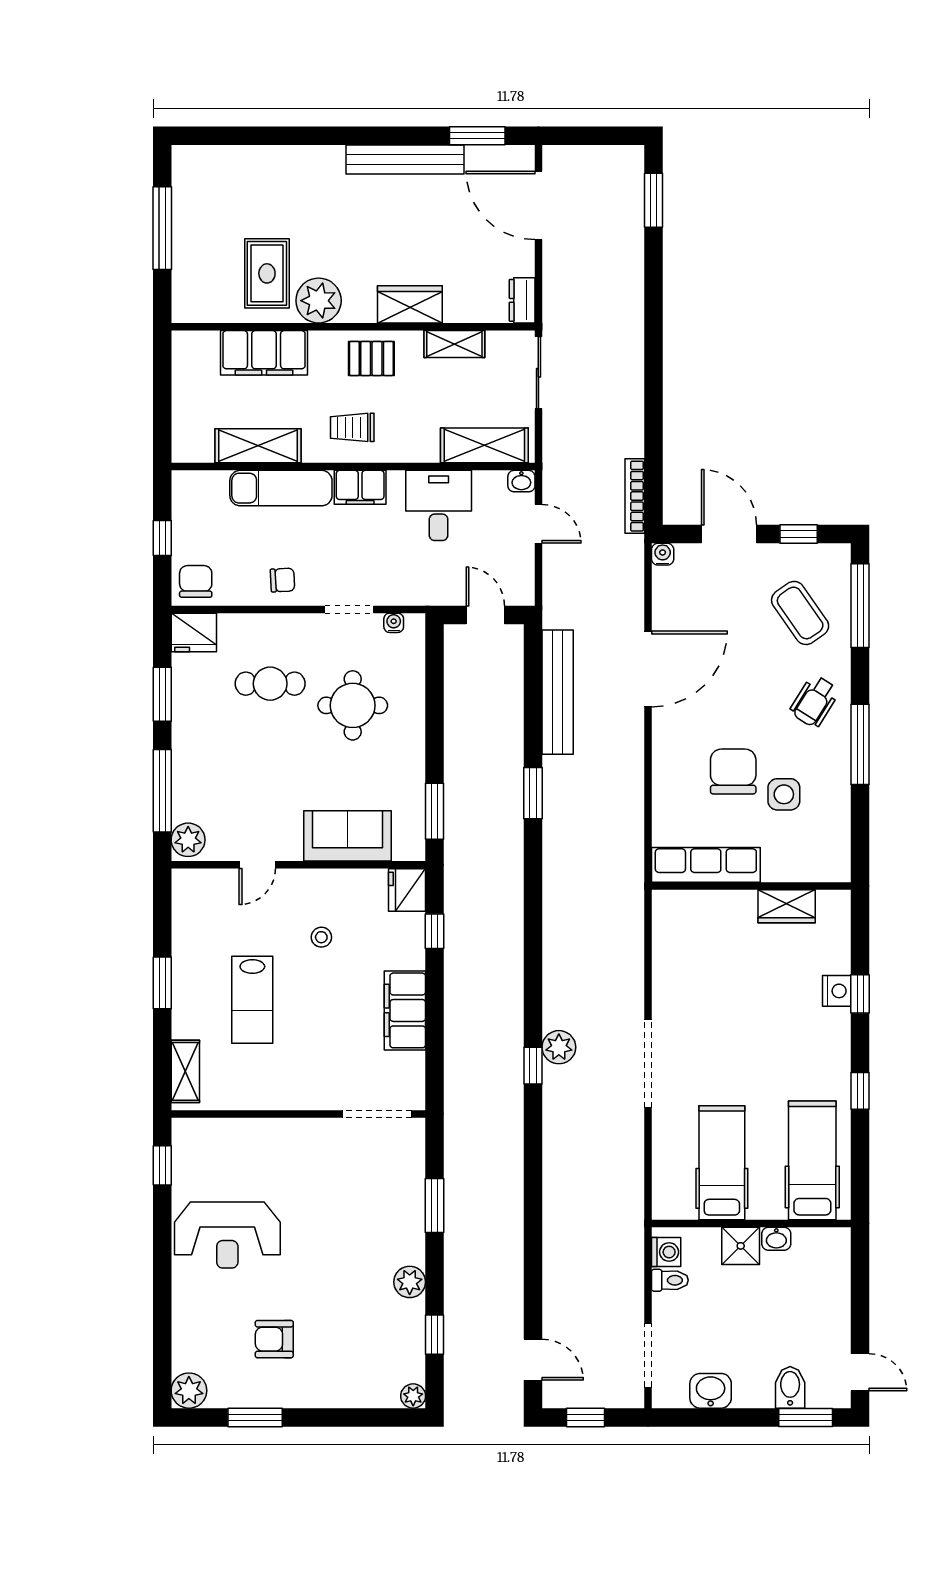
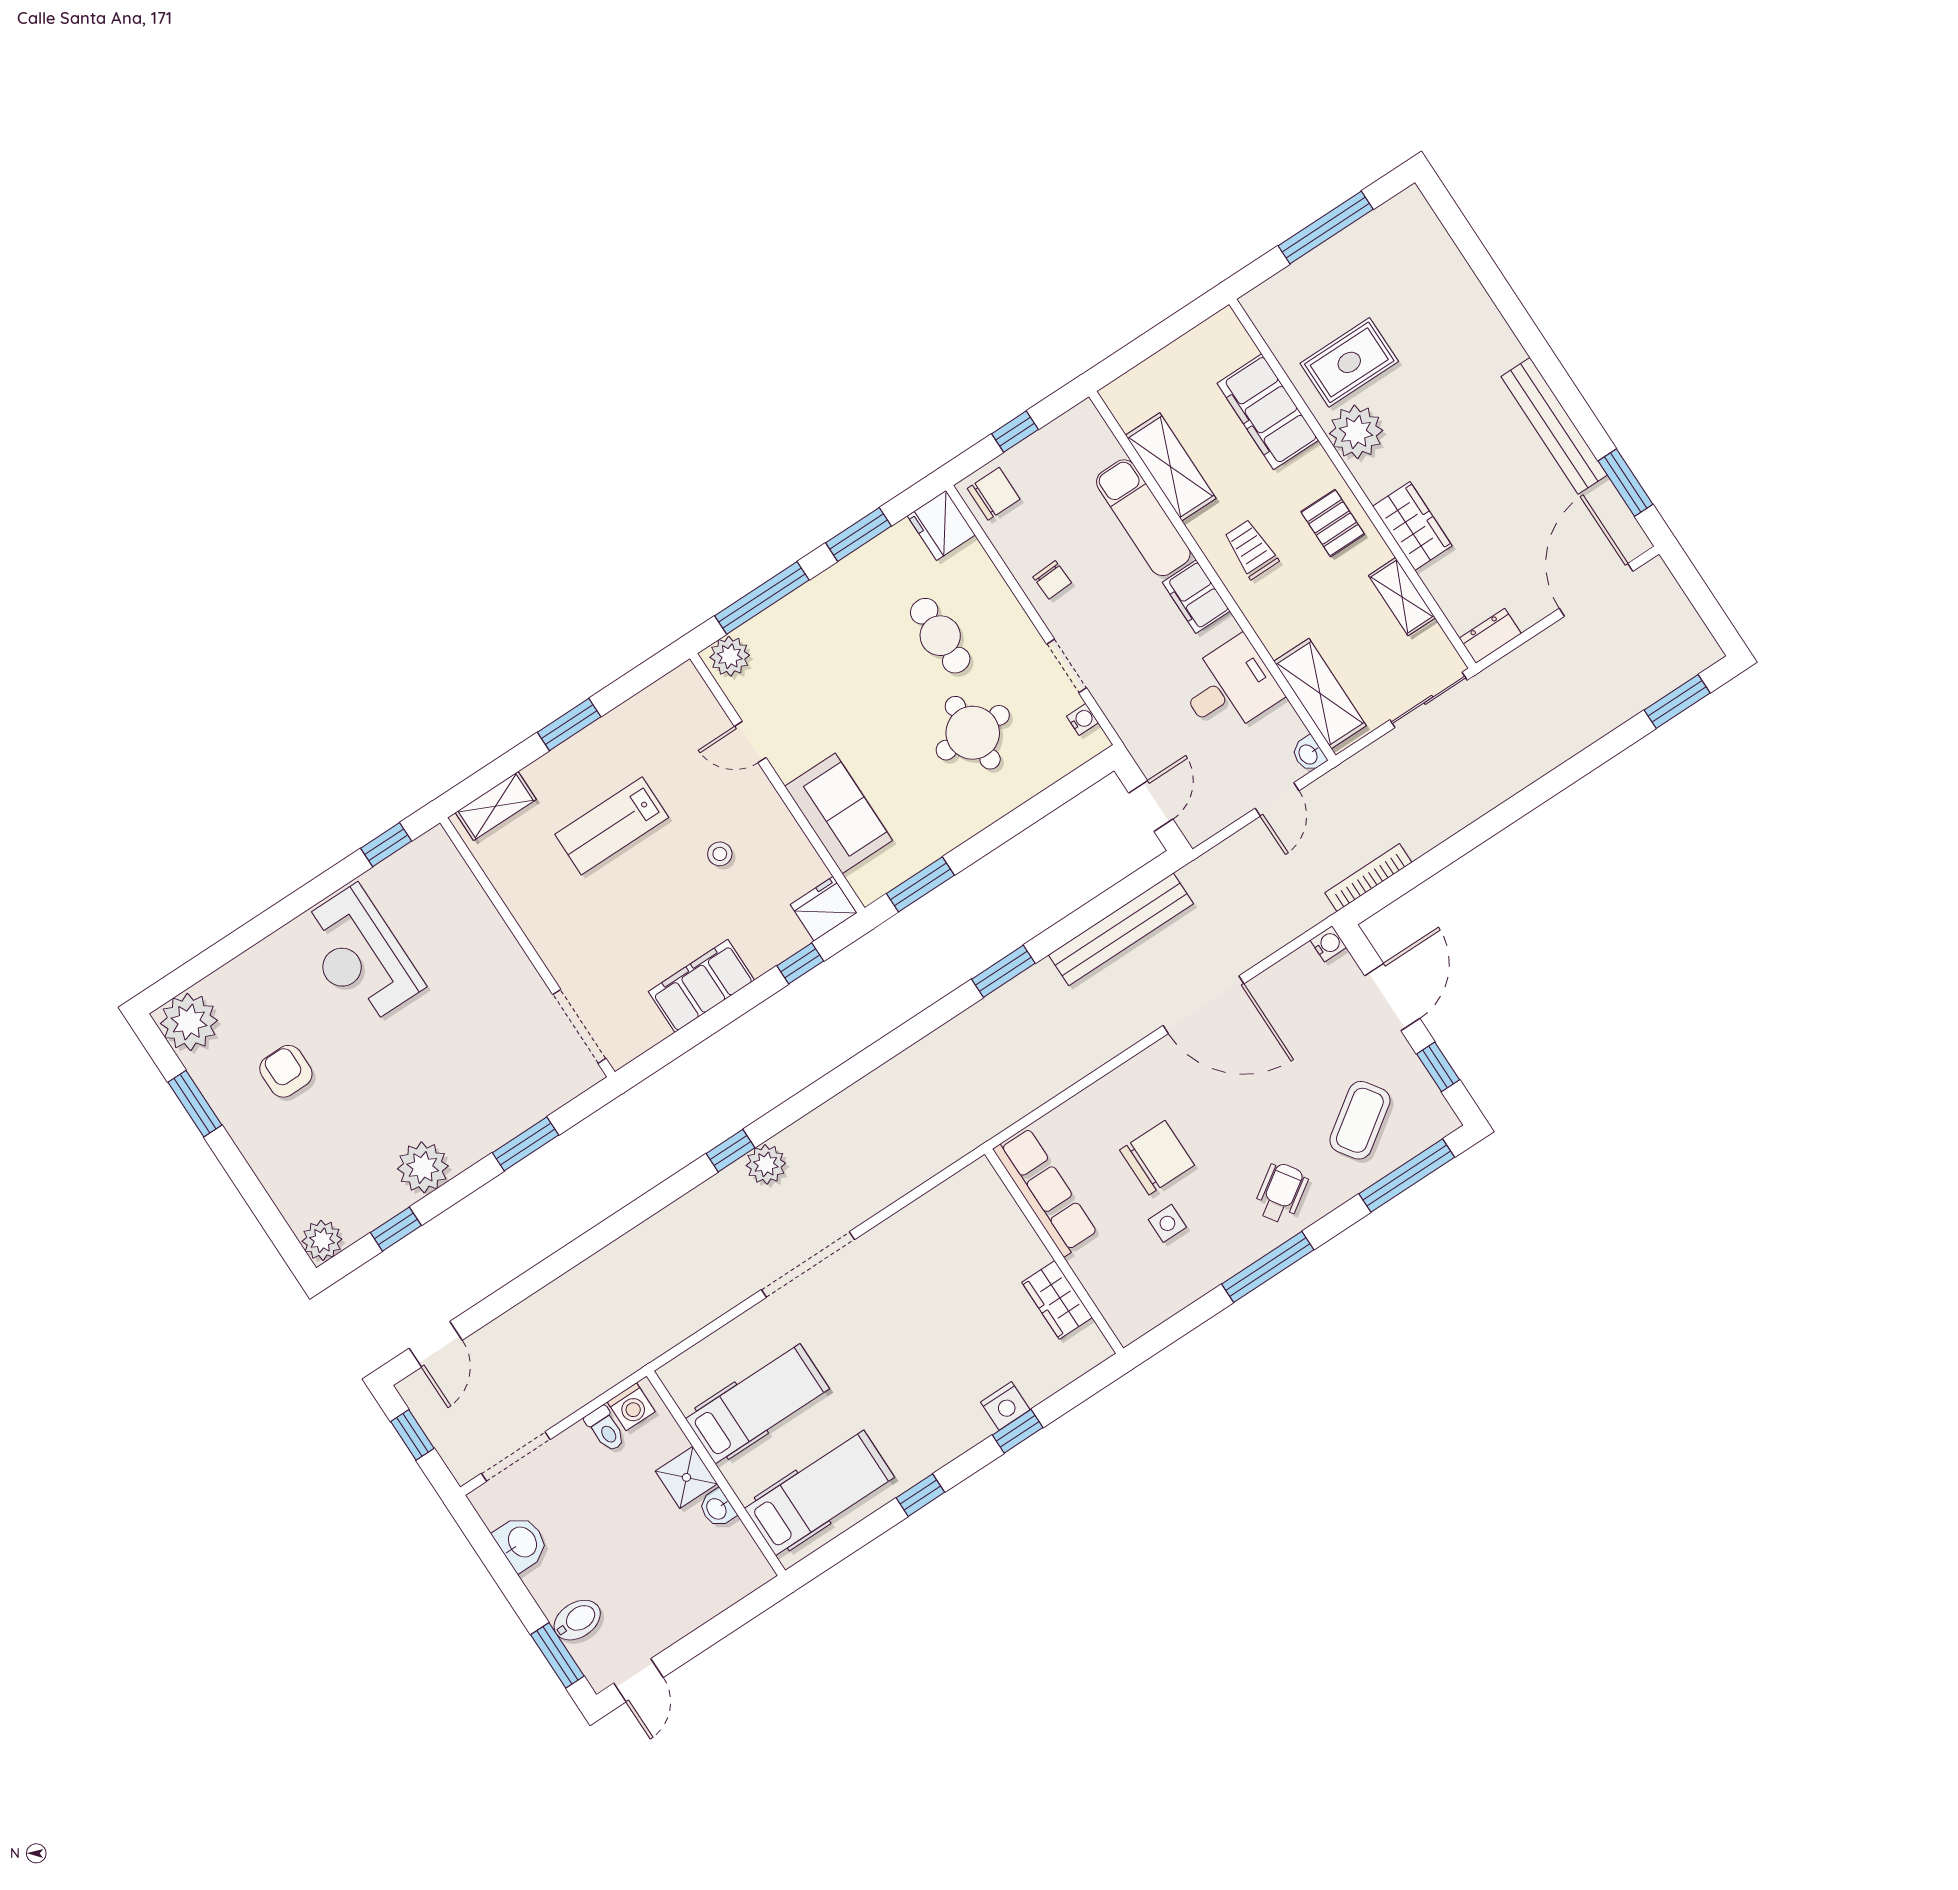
wheelchair: (815, 701) -> (1281, 1193), turned 114
side table: (784, 794) -> (1167, 1223), width x0.73, depth x0.73
plant: (410, 1282) -> (423, 1167), width x1.36, depth x1.36
plant: (189, 1391) -> (189, 1022), width x1.36, depth x1.36
plant: (413, 1396) -> (322, 1240), width x1.38, depth x1.38

